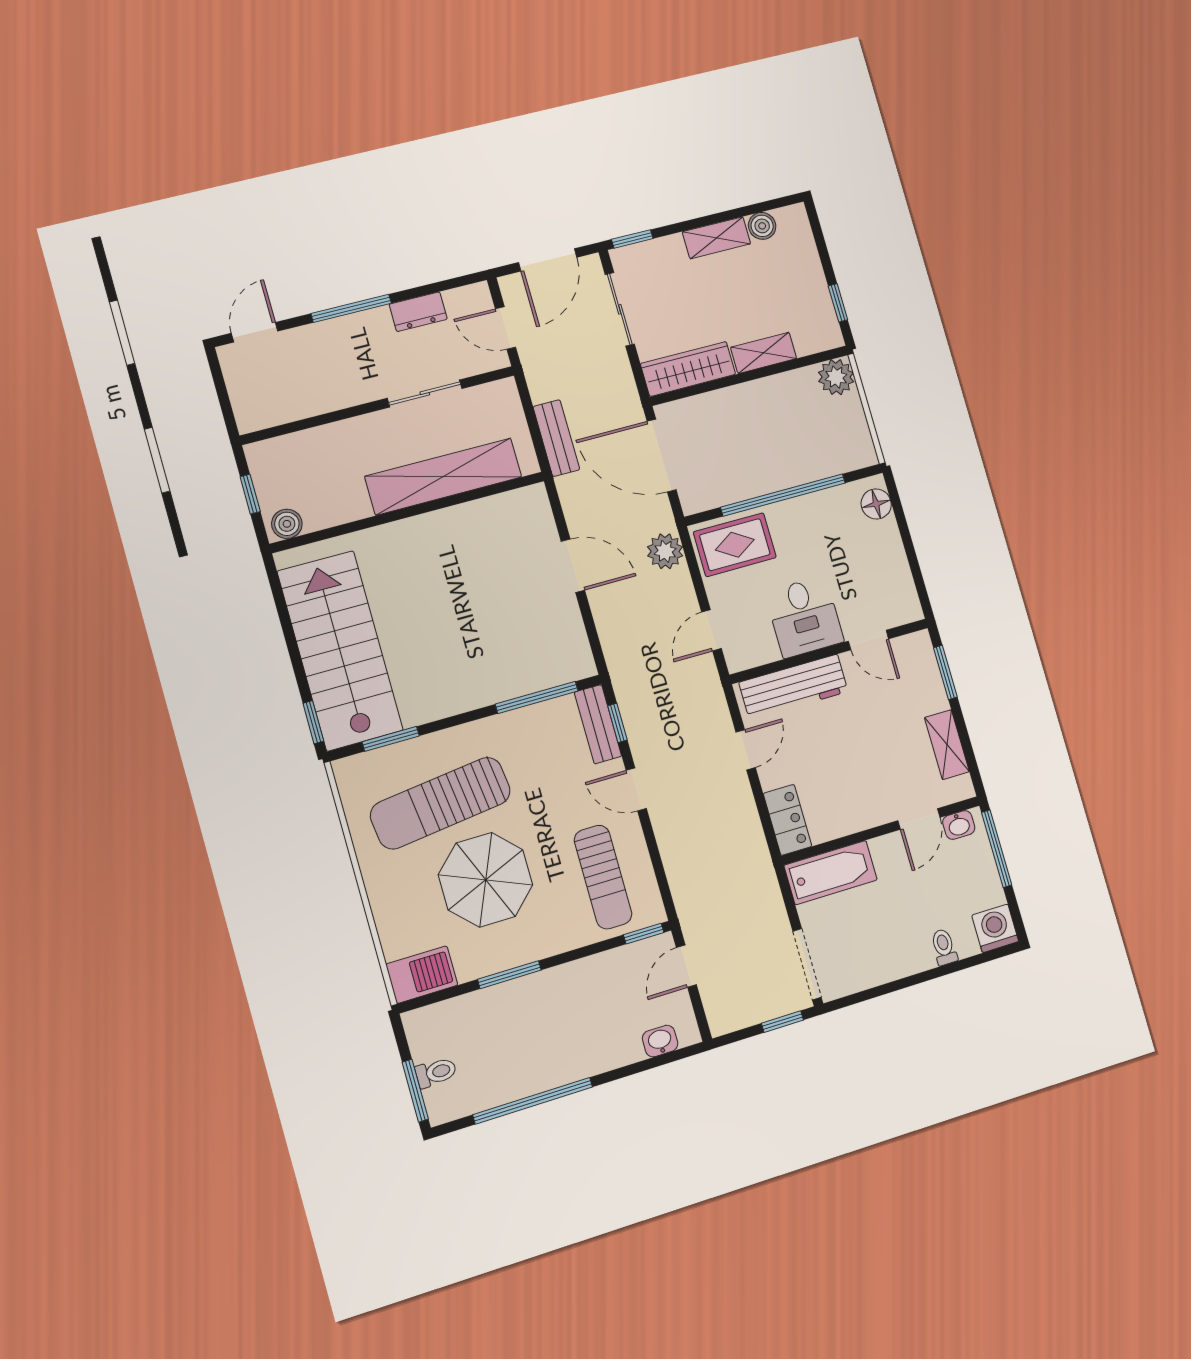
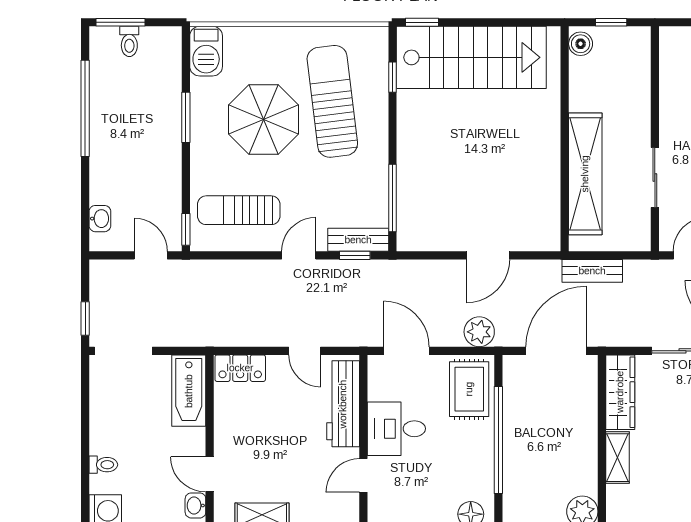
door: (712, 630) -> (406, 351), width x1.38
window: (391, 739) -> (392, 77), width x0.67

